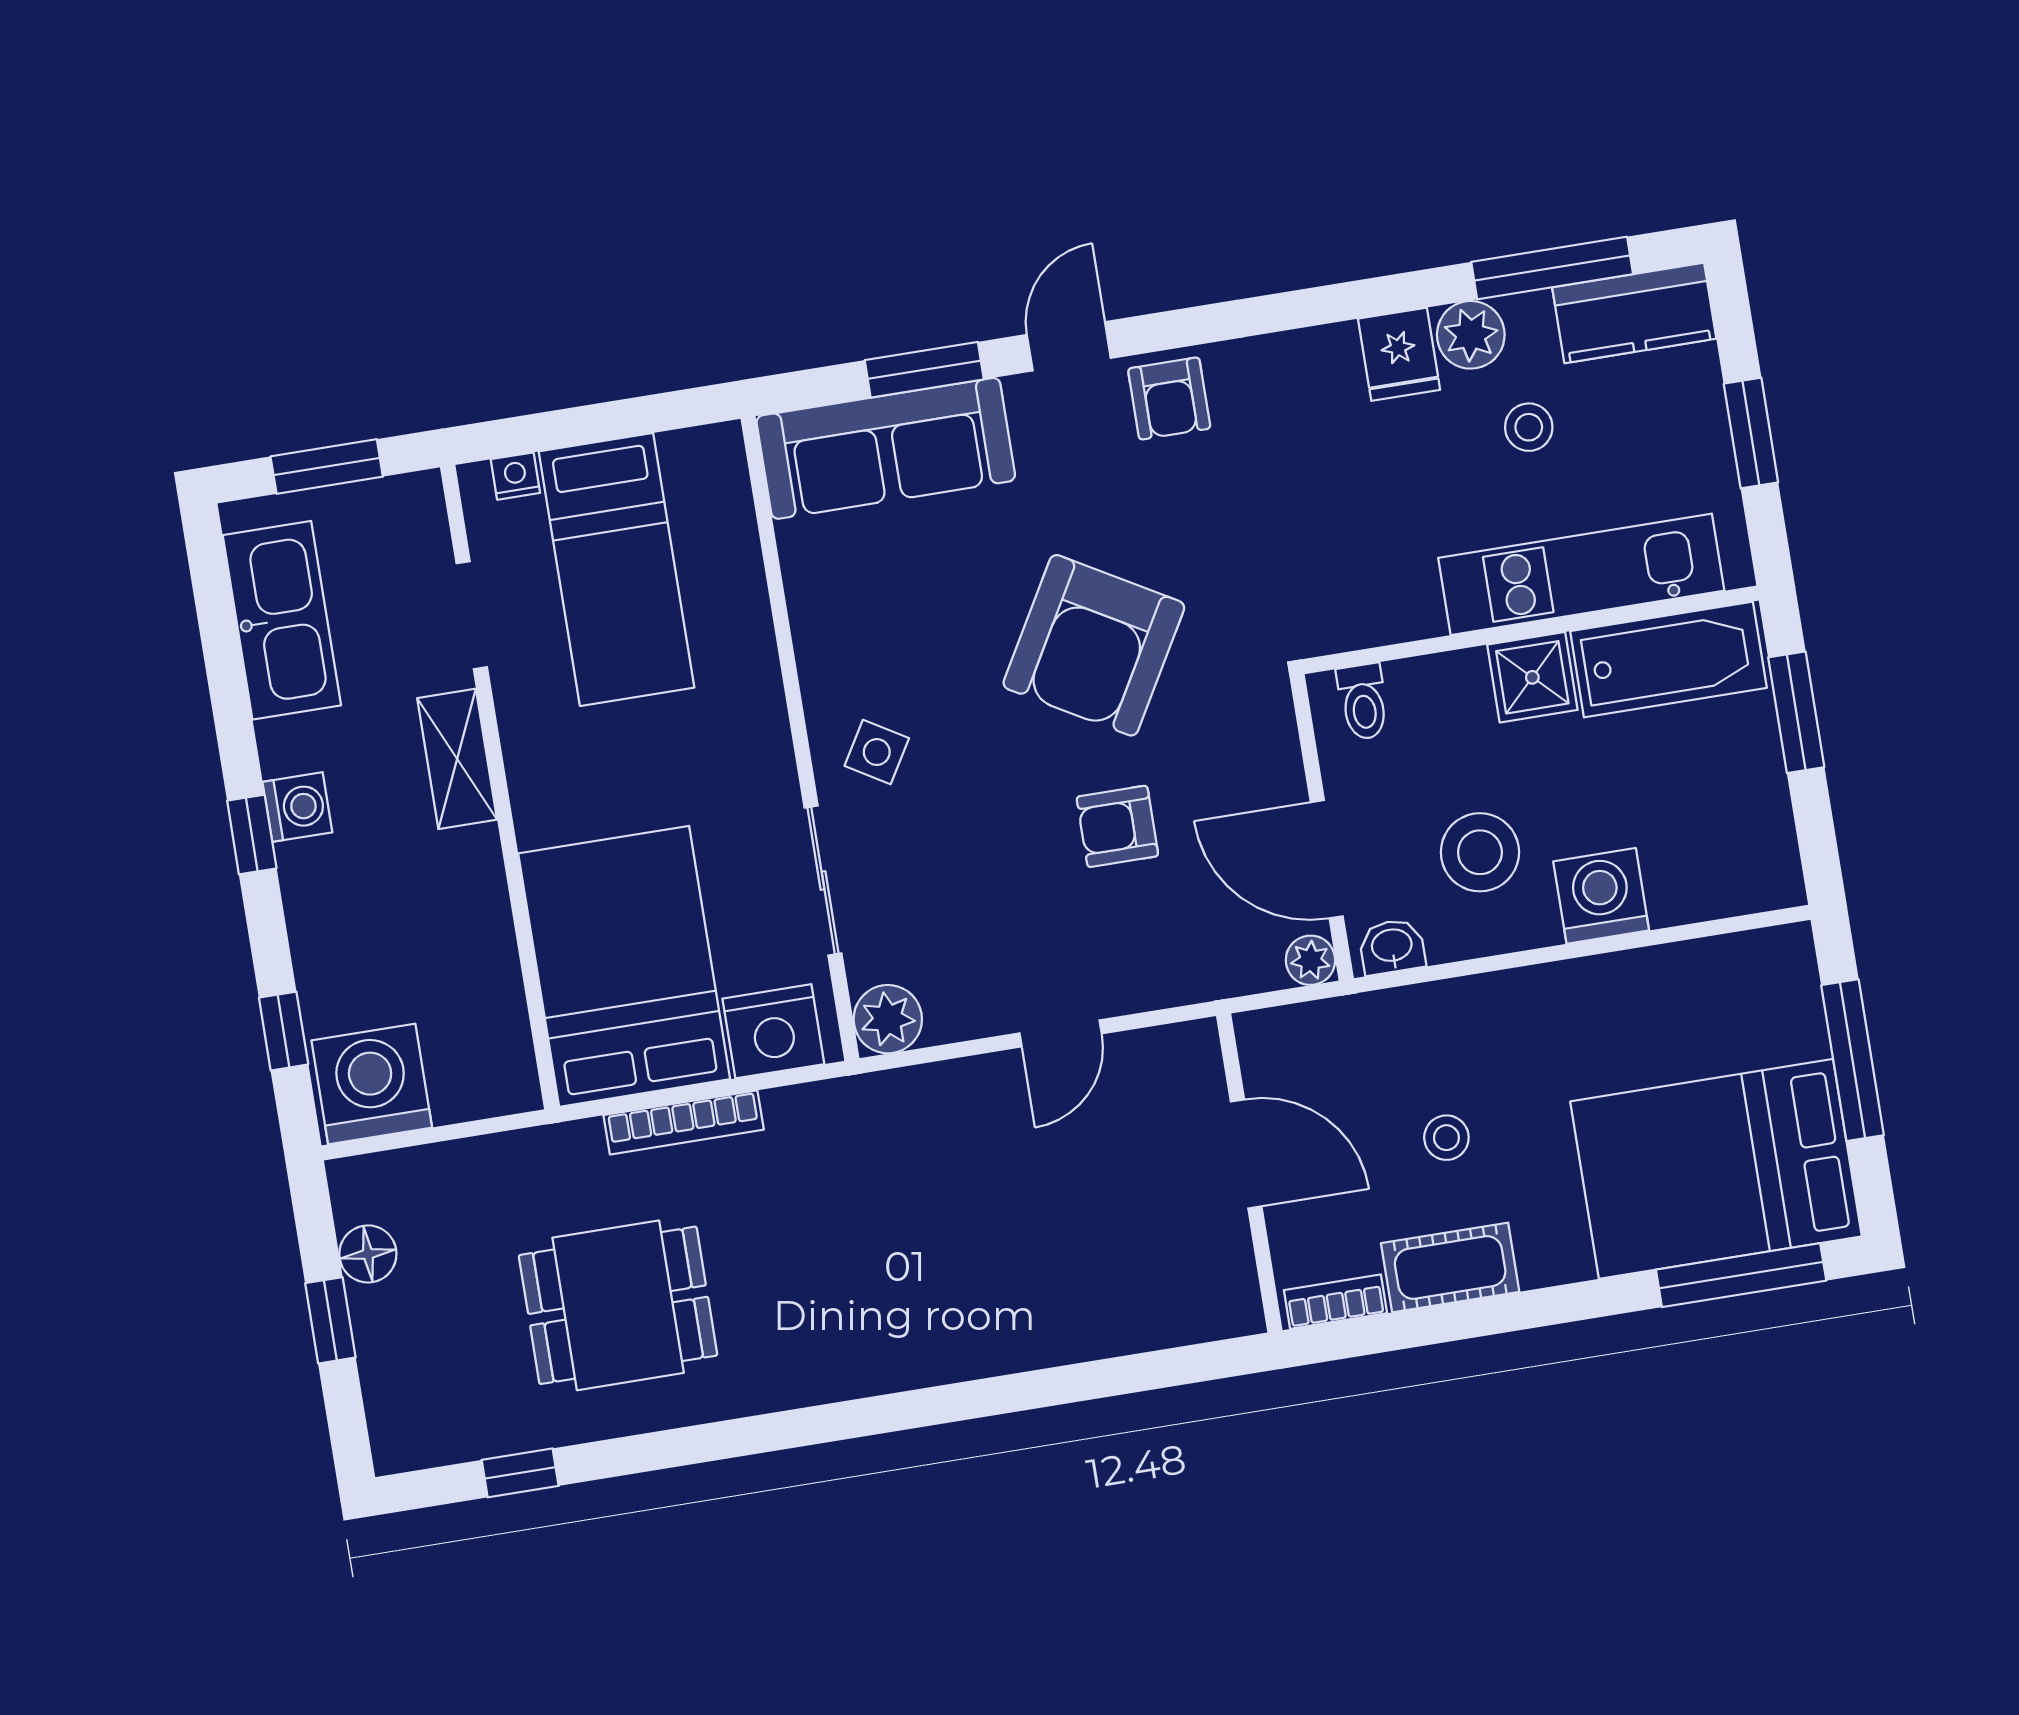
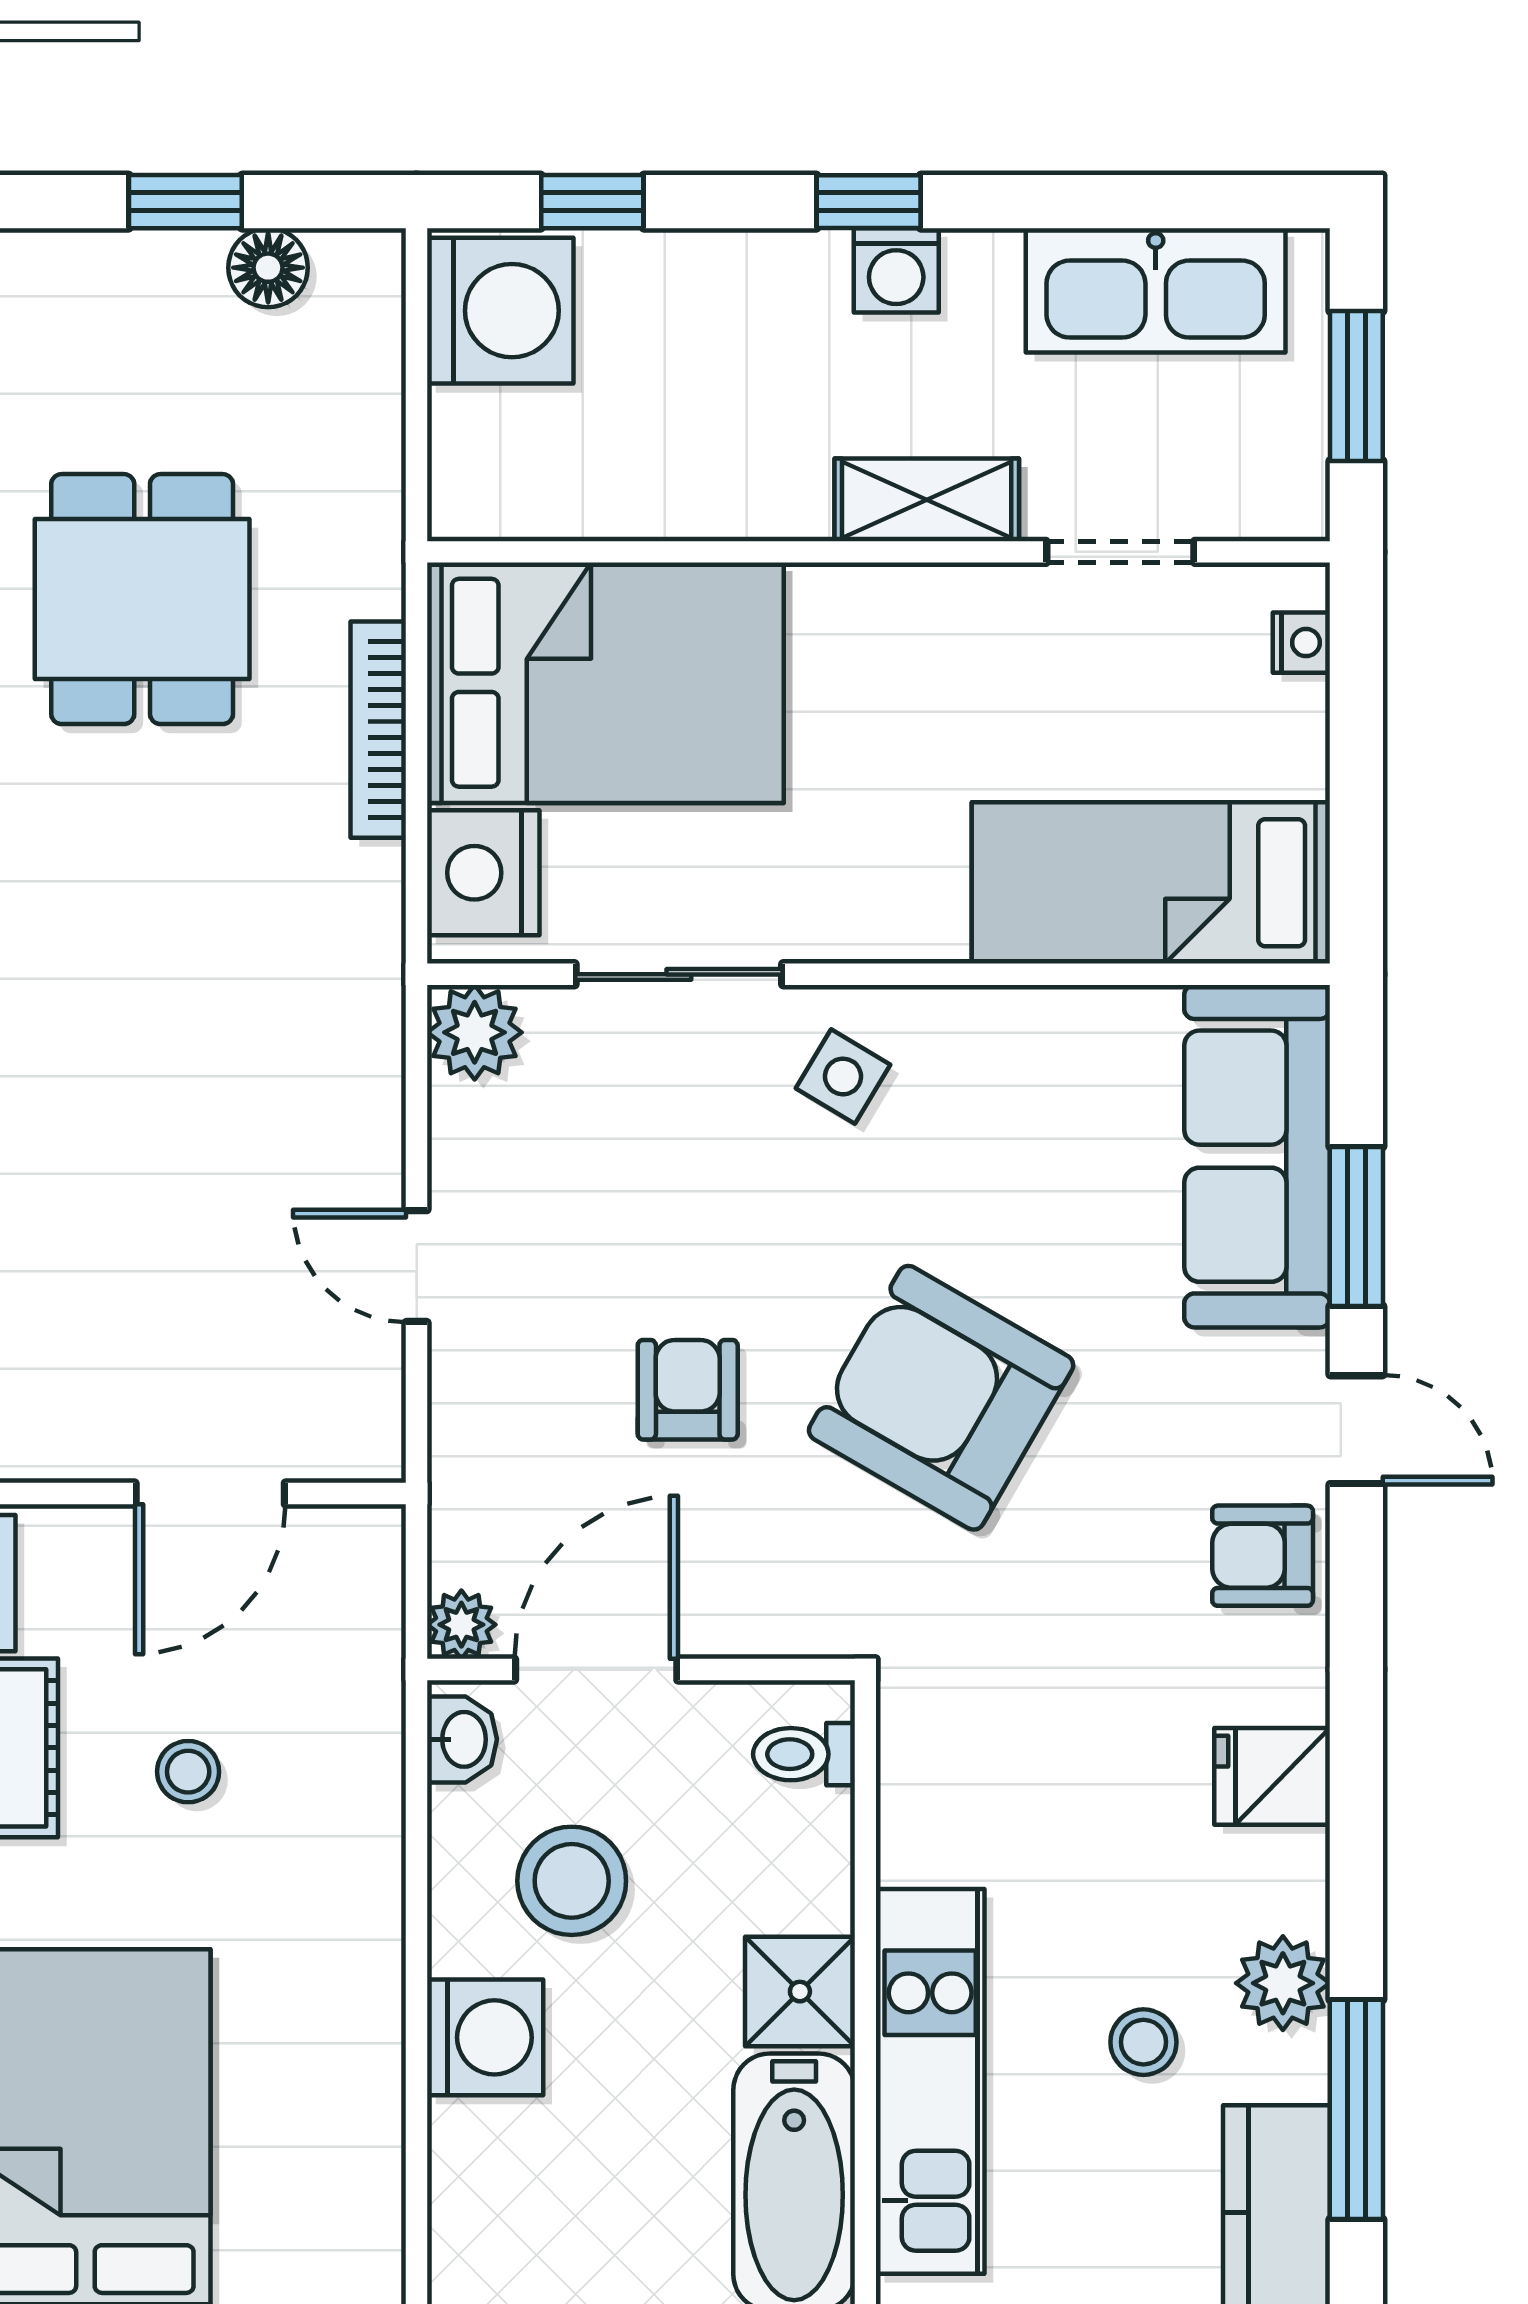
fridge: (1399, 354) -> (1272, 1776), moved
bed: (617, 570) -> (1151, 883), moved

